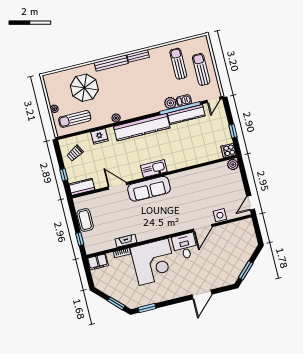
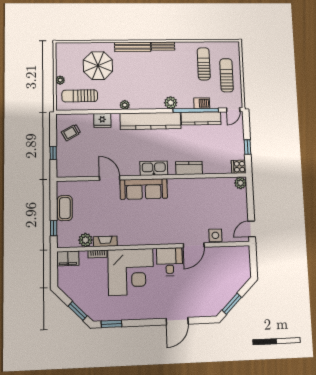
plant: (170, 103) -> (171, 103), moved
kitchen counter: (82, 187) -> (189, 168), moved
plant: (109, 243) -> (85, 240), added

